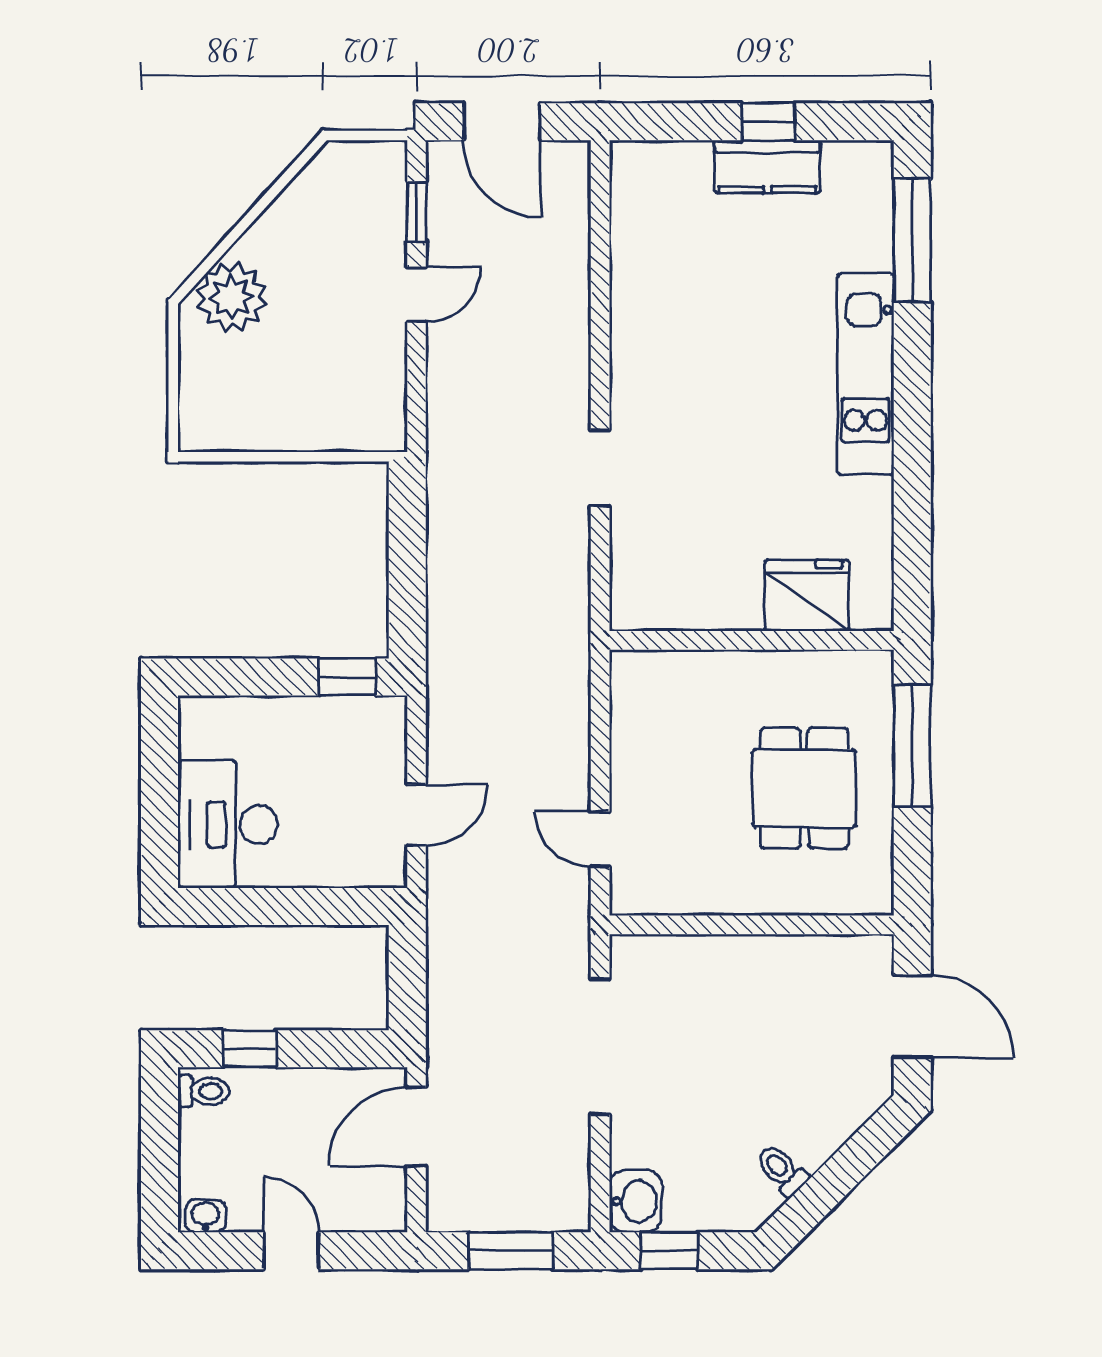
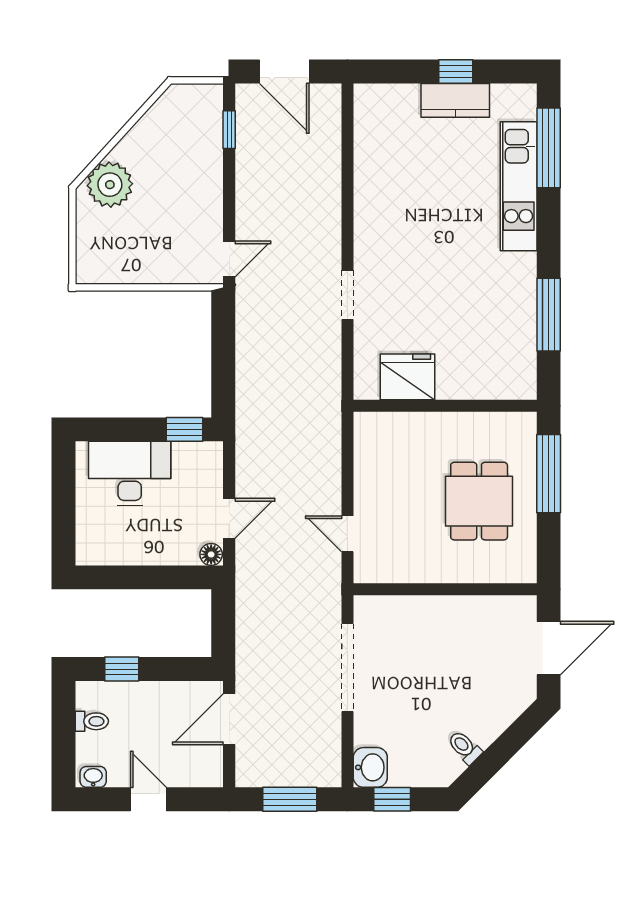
door: (417, 294) -> (229, 259), moved
kitchen unit: (866, 374) -> (519, 186), moved
window: (912, 499) -> (549, 315), added
fridge: (807, 596) -> (408, 377), moved
desk: (228, 825) -> (130, 473), moved, turned 90
floor lamp: (389, 871) -> (211, 554), added
door: (912, 1016) -> (549, 648), hinge flipped
toilet: (203, 1091) -> (92, 721), moved

